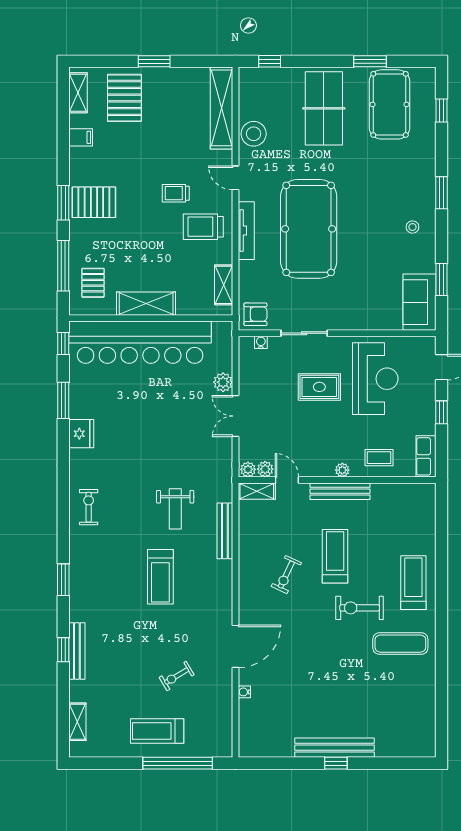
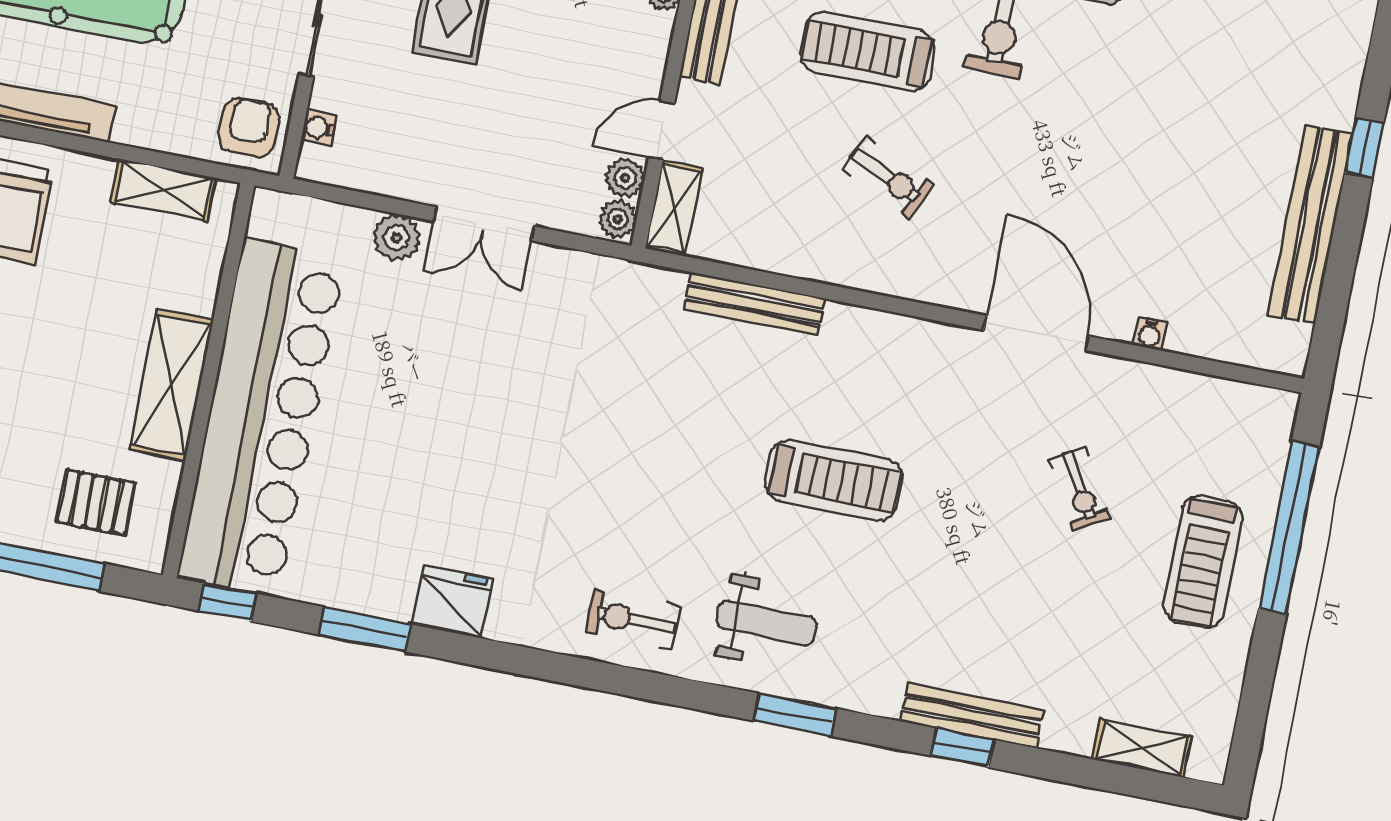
weight bench: (175, 509) -> (767, 623), moved
bench: (334, 748) -> (1310, 225), moved

